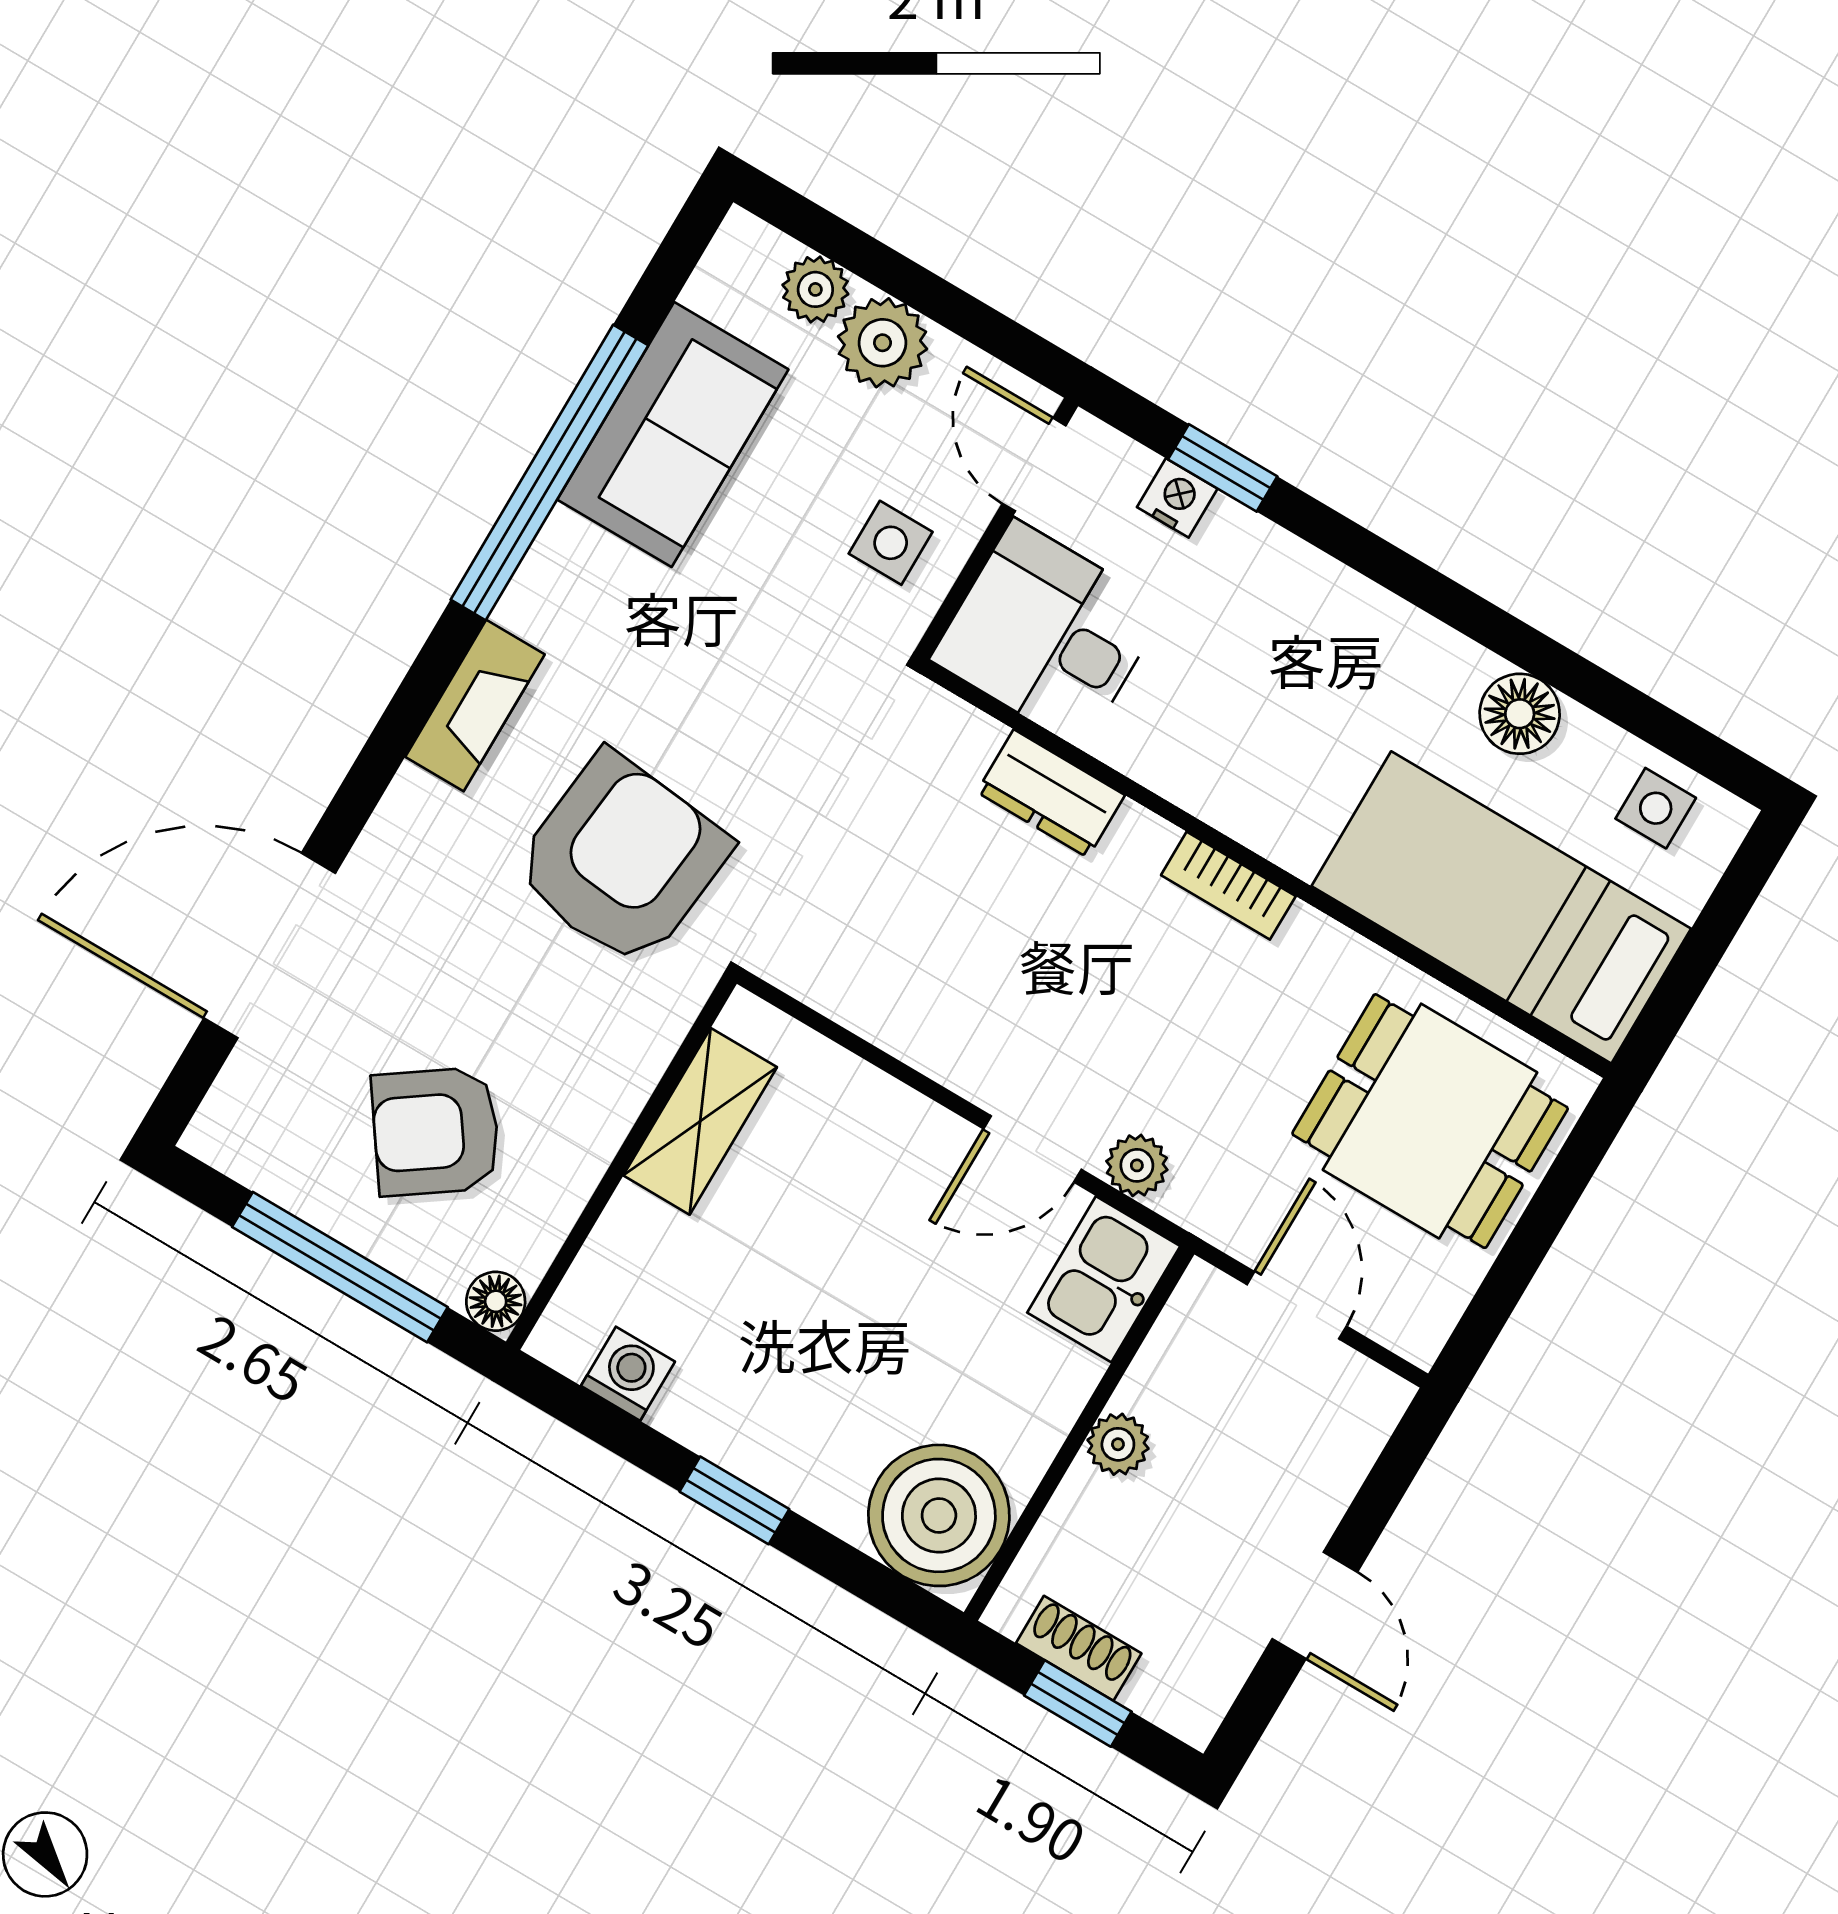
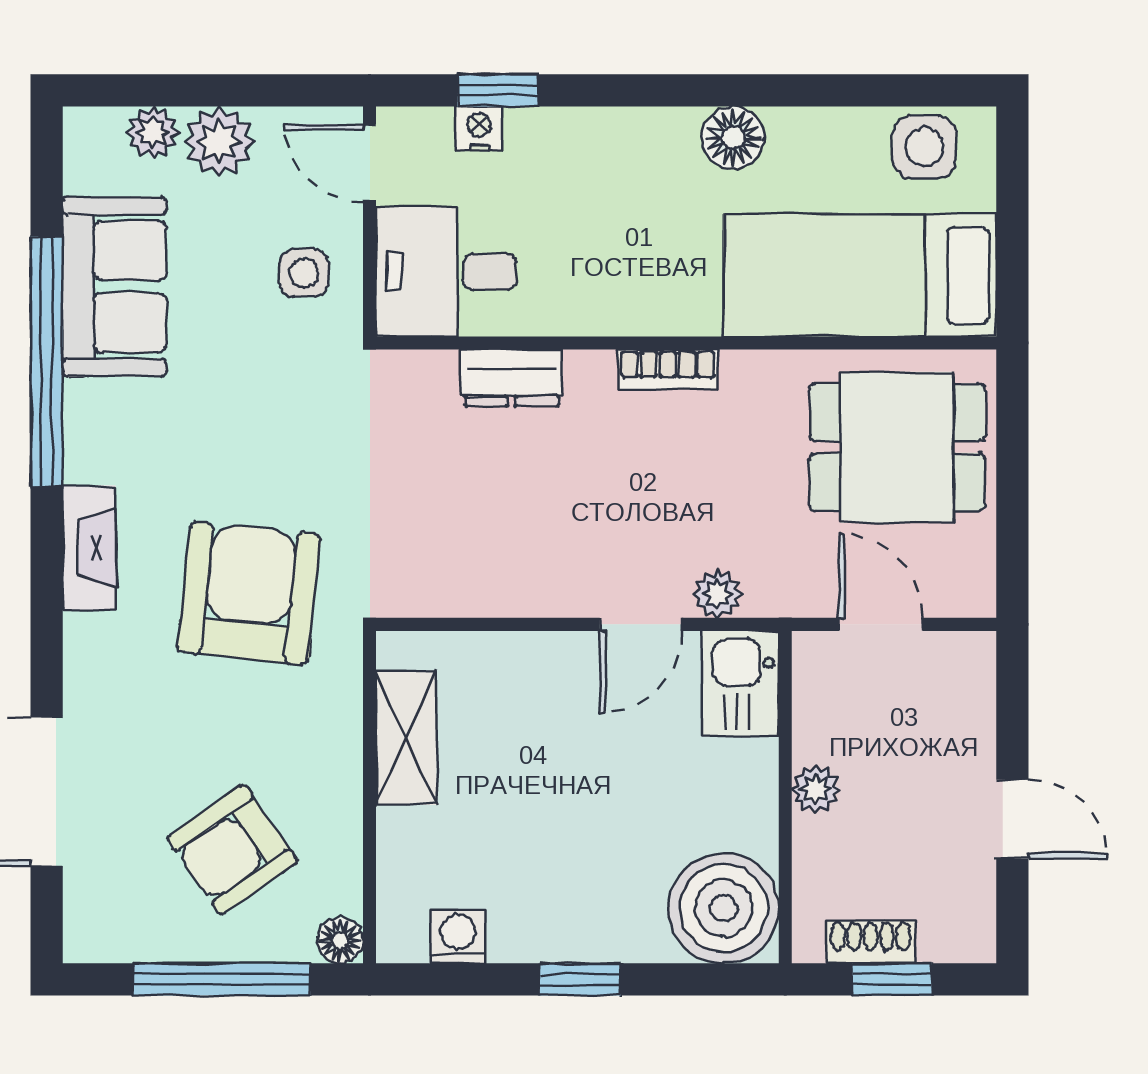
floor lamp: (1520, 714) -> (733, 138), moved
side table: (1656, 808) -> (924, 147), width x1.37, depth x1.37

